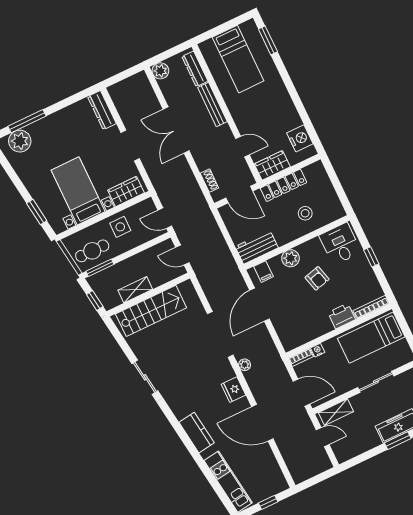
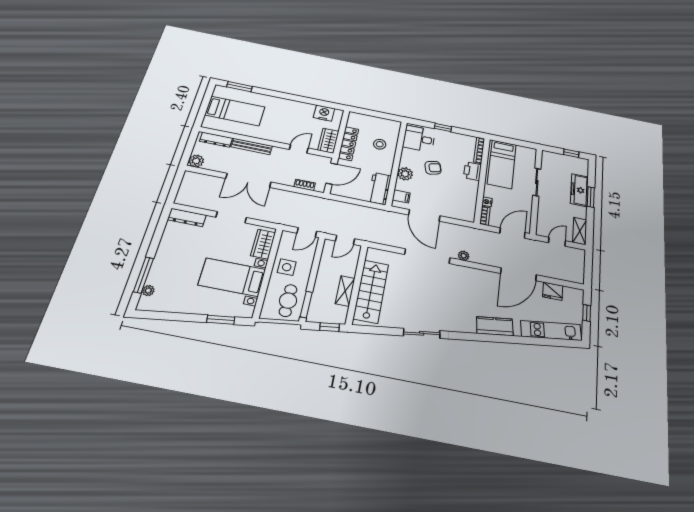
plant: (20, 141) -> (148, 291), width x0.53, depth x0.53
fridge: (233, 390) -> (553, 291), moved
shelving: (336, 412) -> (580, 231), moved

